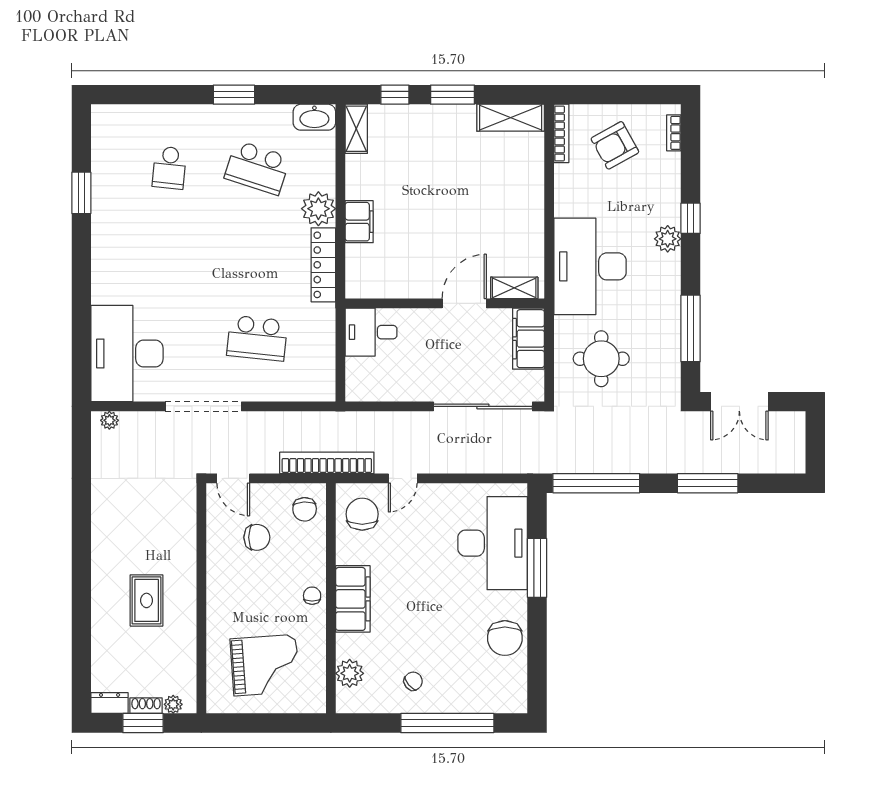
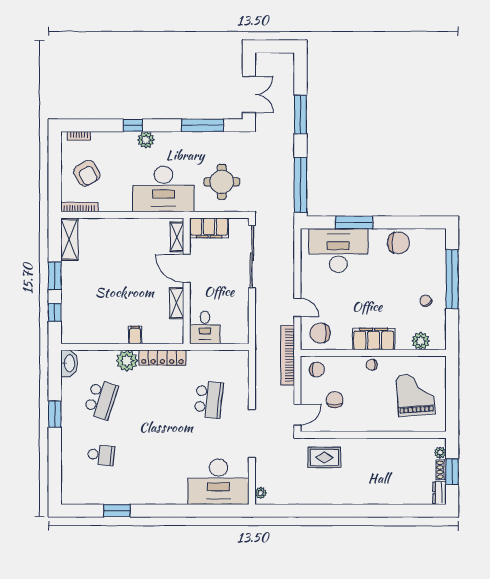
shelving: (356, 129) -> (177, 303), moved, turned 90
filing cabinet: (359, 222) -> (135, 335), width x0.50
rug: (147, 600) -> (324, 457), moved

